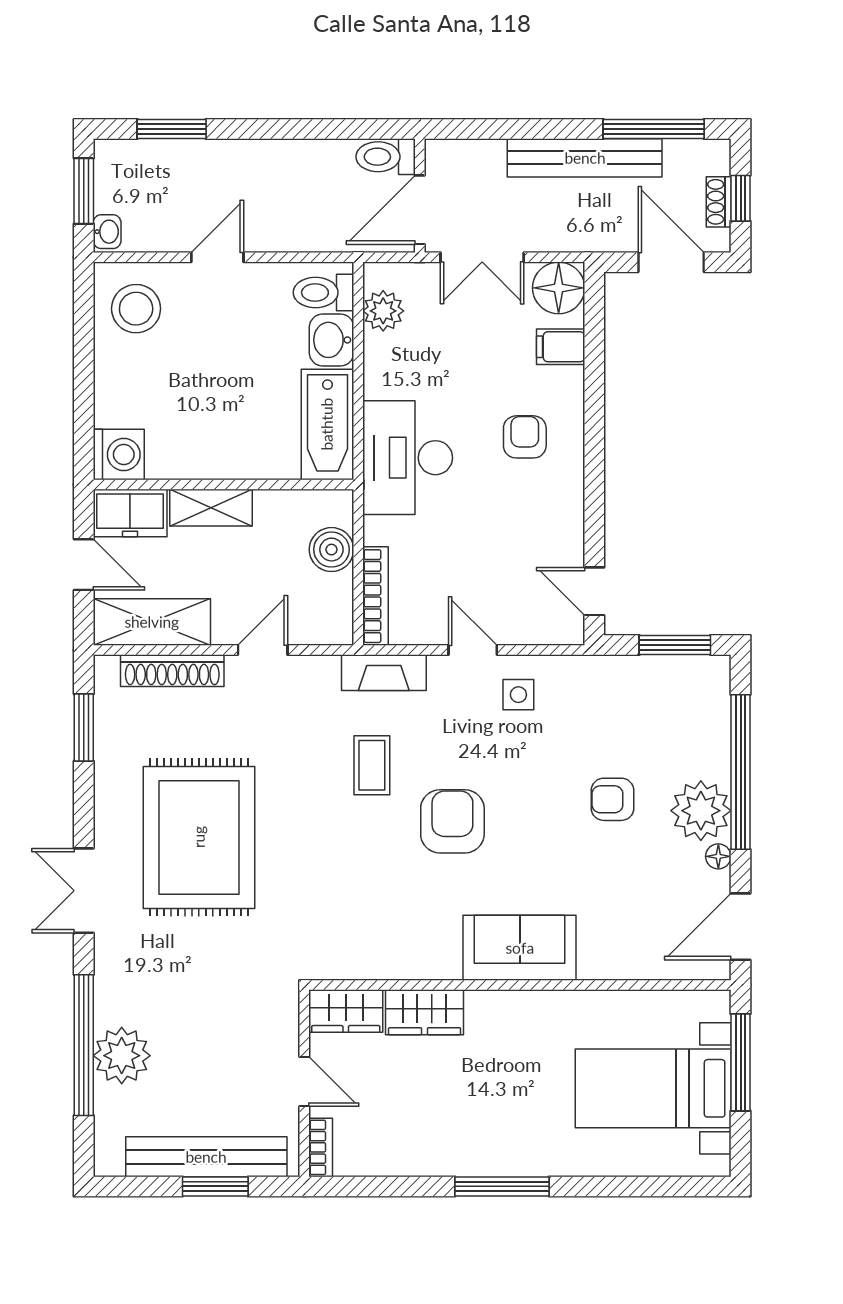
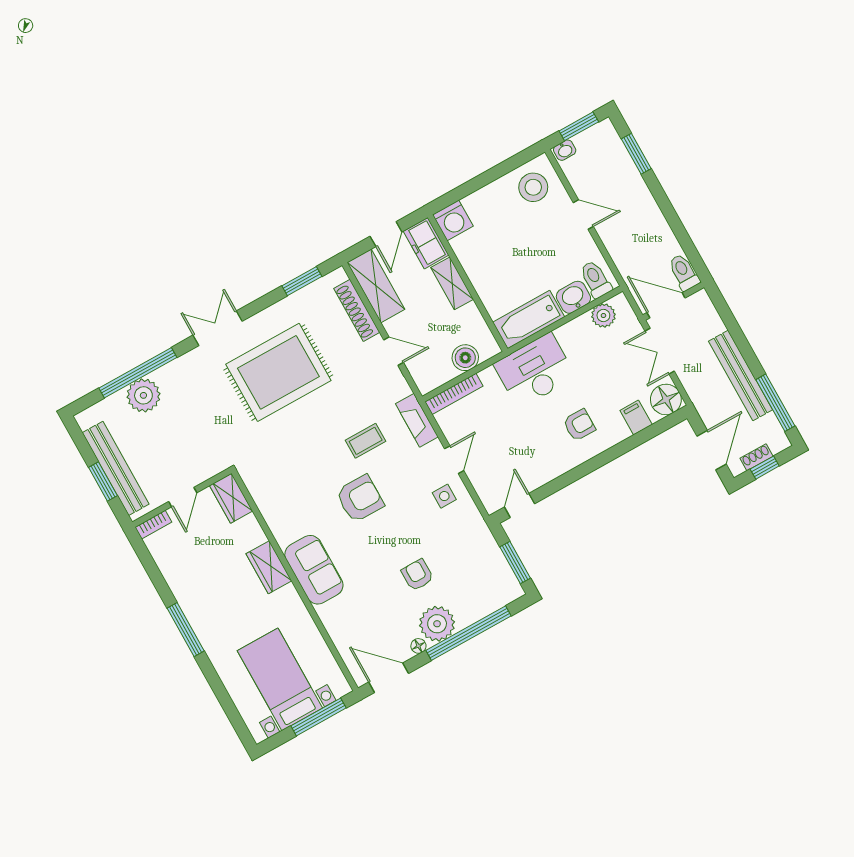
wardrobe: (425, 1012) -> (269, 567), moved

